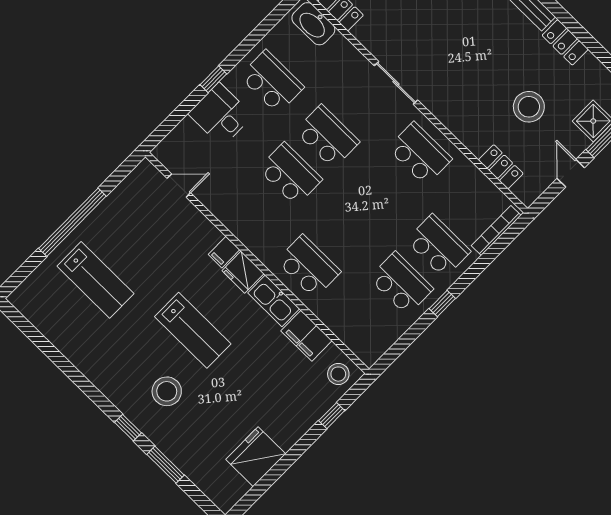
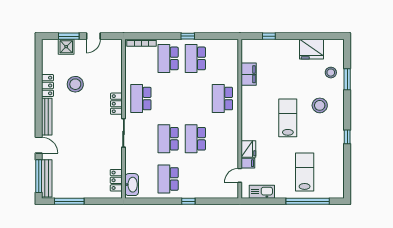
stool: (529, 107) -> (75, 84), moved
desk: (221, 115) -> (199, 186), removed
locker: (501, 167) -> (116, 104), moved
door: (179, 186) -> (240, 175), hinge flipped
window: (72, 222) -> (308, 201), moved
filing cabinet: (224, 252) -> (248, 163), moved
fridge: (243, 272) -> (248, 149), moved
kitchen sink: (274, 301) -> (262, 192), moved, turned -90
stool: (338, 374) -> (331, 73), moved
window: (128, 428) -> (347, 137), moved

